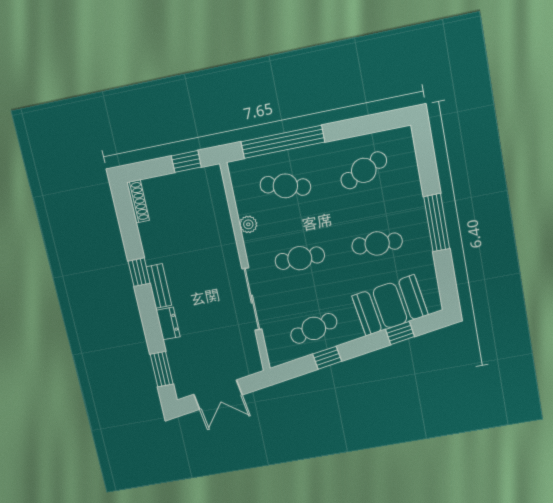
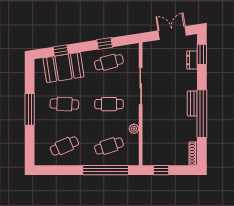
cafe table: (285, 186) -> (109, 146), turned -33
window: (139, 272) -> (202, 114), width x3.17
dresser: (168, 323) -> (192, 60), moved

